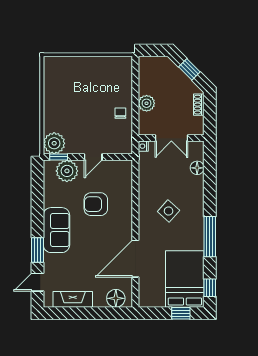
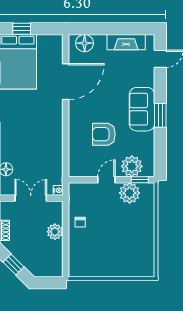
plant: (54, 143) -> (130, 193), moved
armchair: (96, 204) -> (104, 134), turned 180
side table: (169, 211) -> (34, 128), removed
window: (38, 250) -> (160, 115), moved

